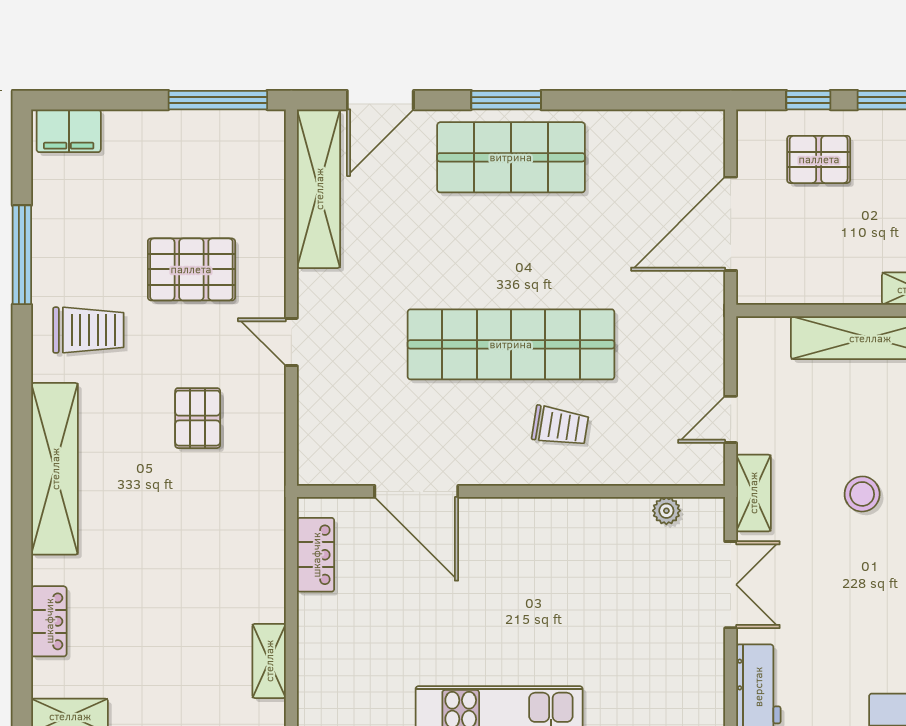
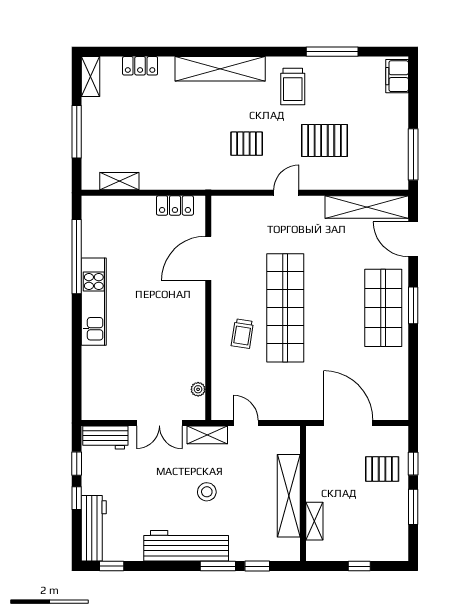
pallet: (819, 159) -> (382, 469), turned 90
pallet: (191, 269) -> (324, 140), turned 90

